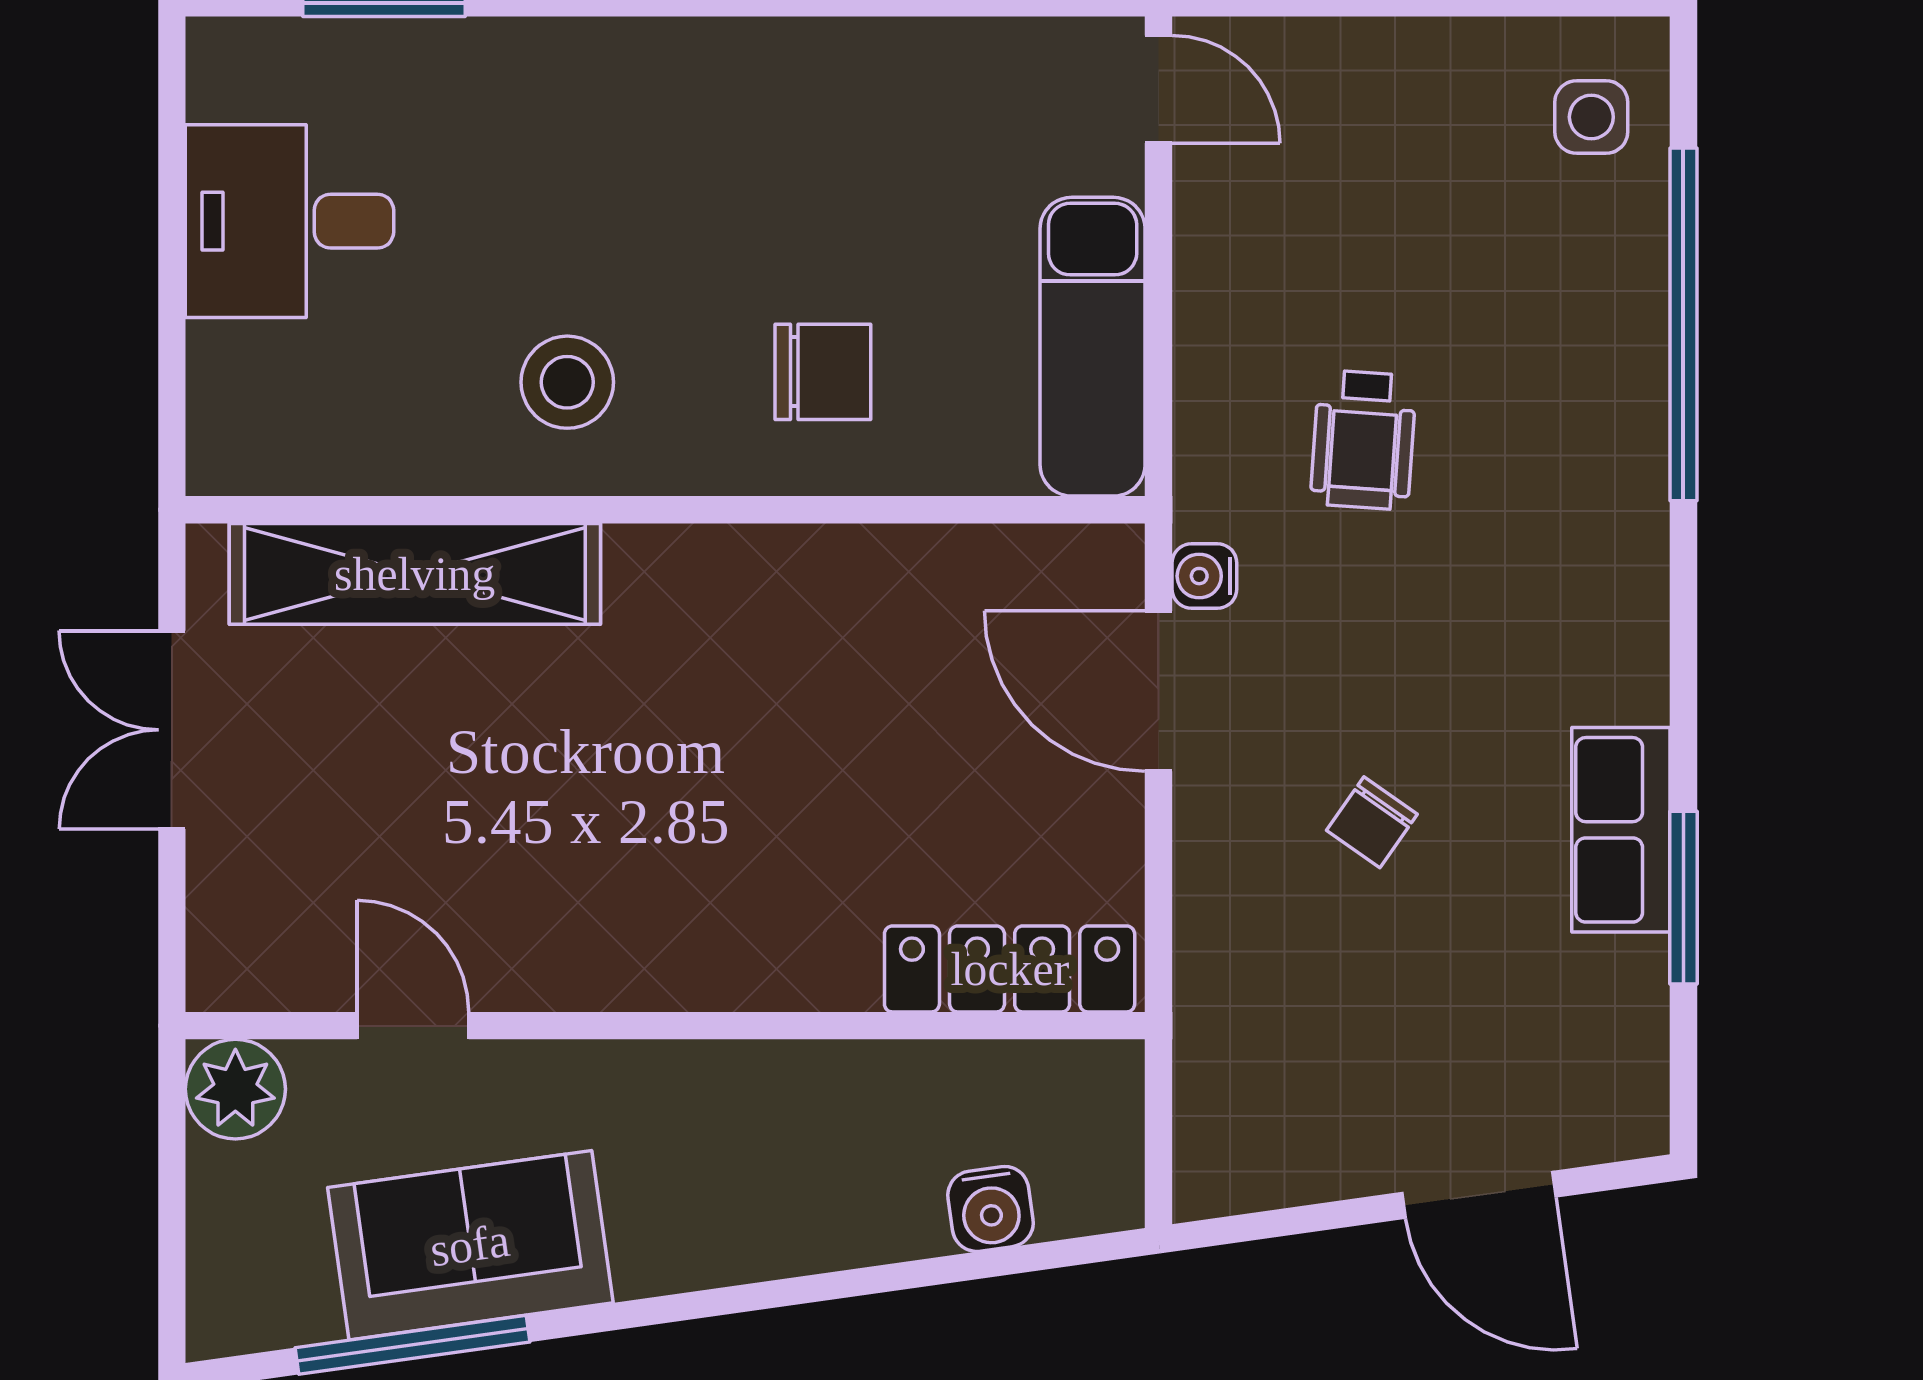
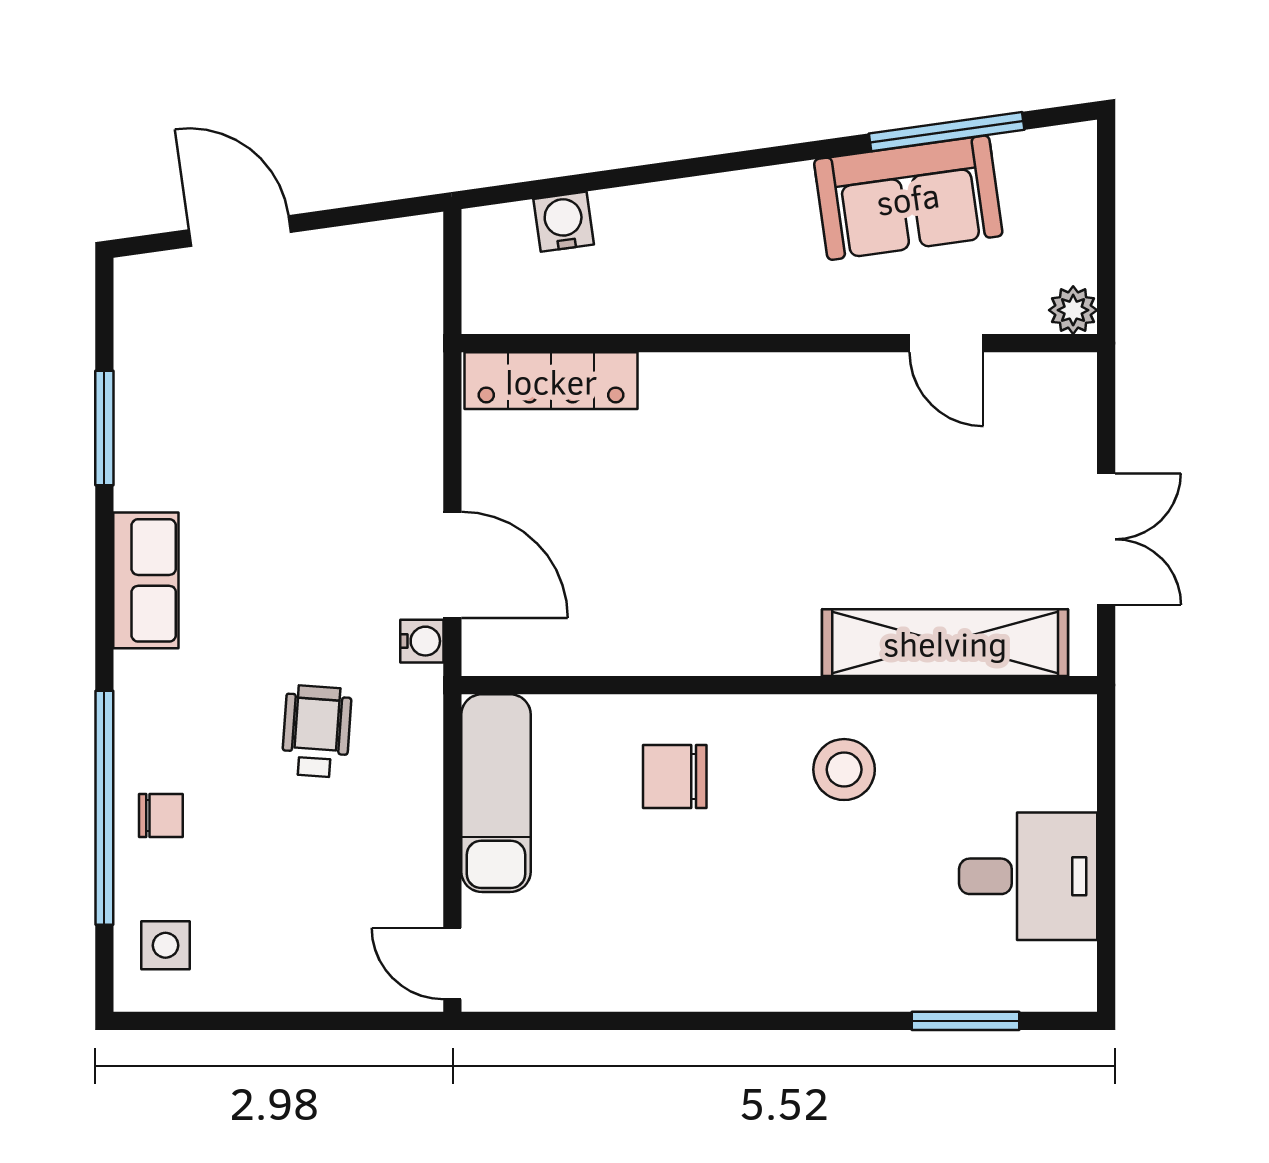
chair: (1372, 822) -> (161, 816), moved, turned 55
row of seats: (1621, 830) -> (146, 580), moved
plant: (235, 1089) -> (1073, 310), width x0.73, depth x0.73

